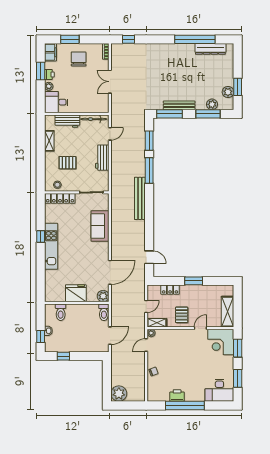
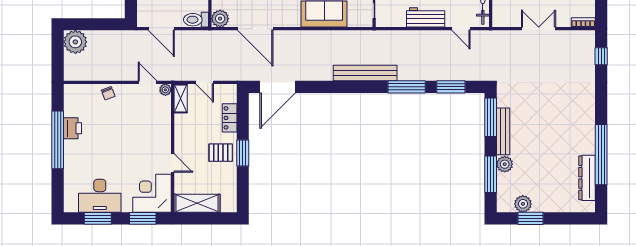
plant: (212, 104) -> (505, 164), moved
door: (149, 257) -> (278, 87), width x1.88
pallet: (182, 315) -> (221, 153), moved
desk: (219, 390) -> (100, 196), moved, turned -90

